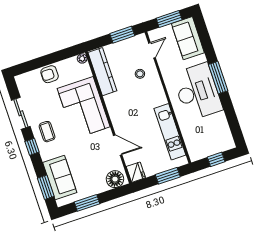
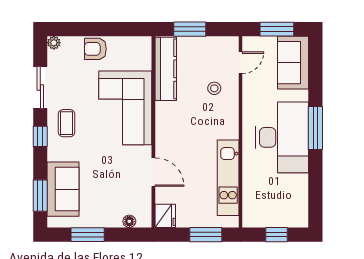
window: (122, 35) -> (190, 29), moved
plant: (82, 59) -> (54, 43), moved
floor lamp: (115, 179) -> (129, 221), width x0.53, depth x0.53

